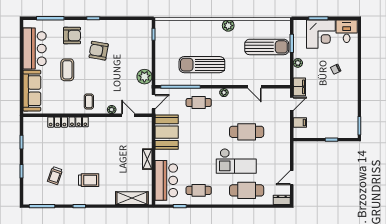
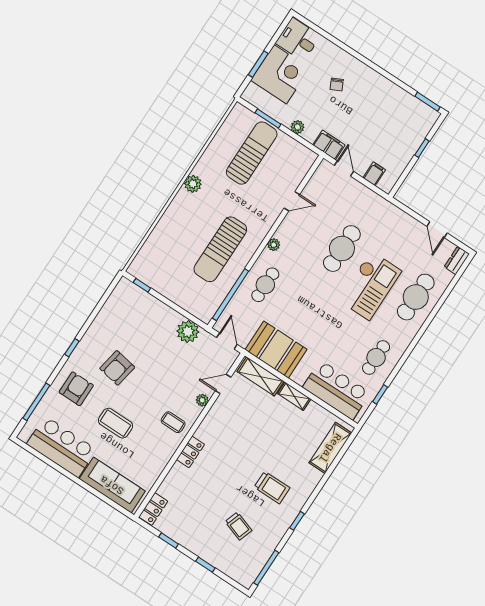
locker: (58, 122) -> (153, 509), moved
shelving: (146, 133) -> (260, 376), added
trolley: (89, 180) -> (272, 487), turned 90

